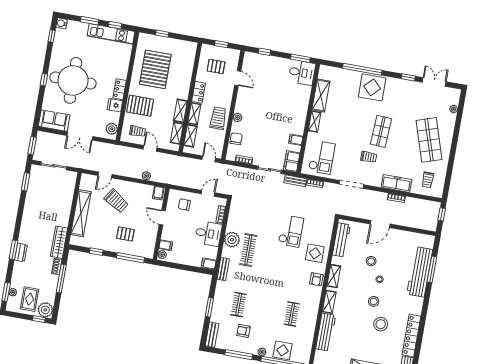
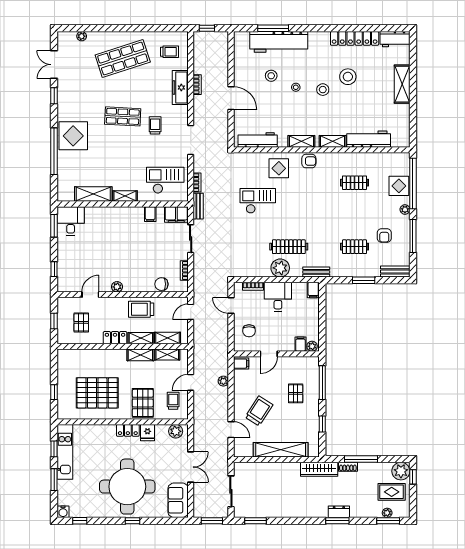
plant: (237, 117) -> (117, 287), moved
stool: (371, 261) -> (271, 76), moved

